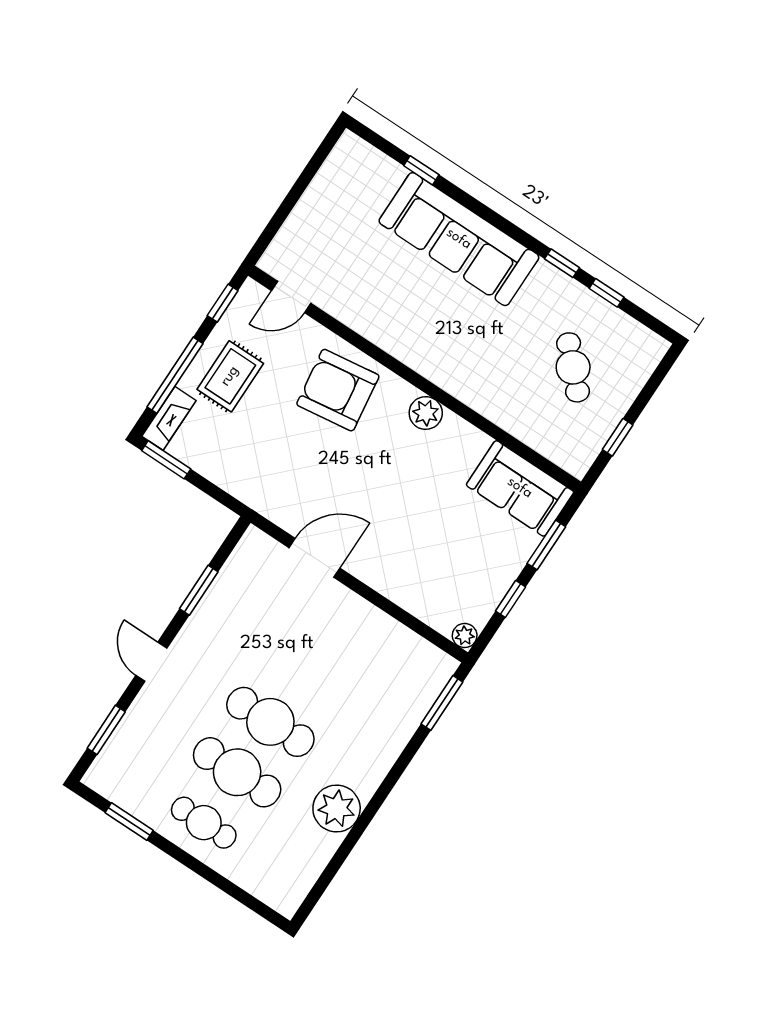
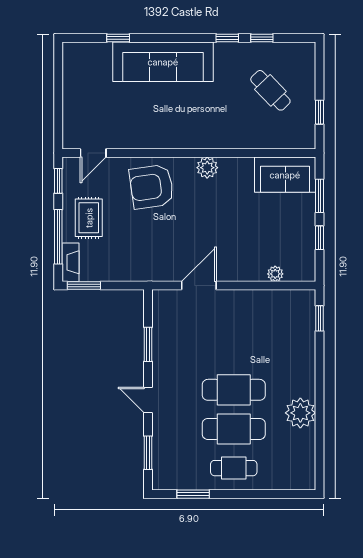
plant: (465, 635) -> (275, 274), moved
window: (442, 703) -> (320, 318), width x0.67

